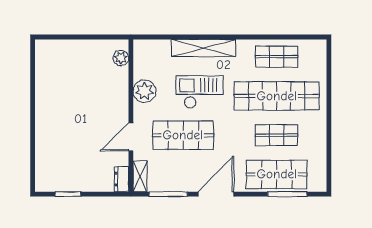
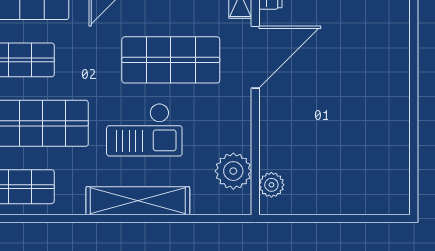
plant: (144, 91) -> (233, 171), moved
door: (131, 137) -> (255, 57), width x1.36

